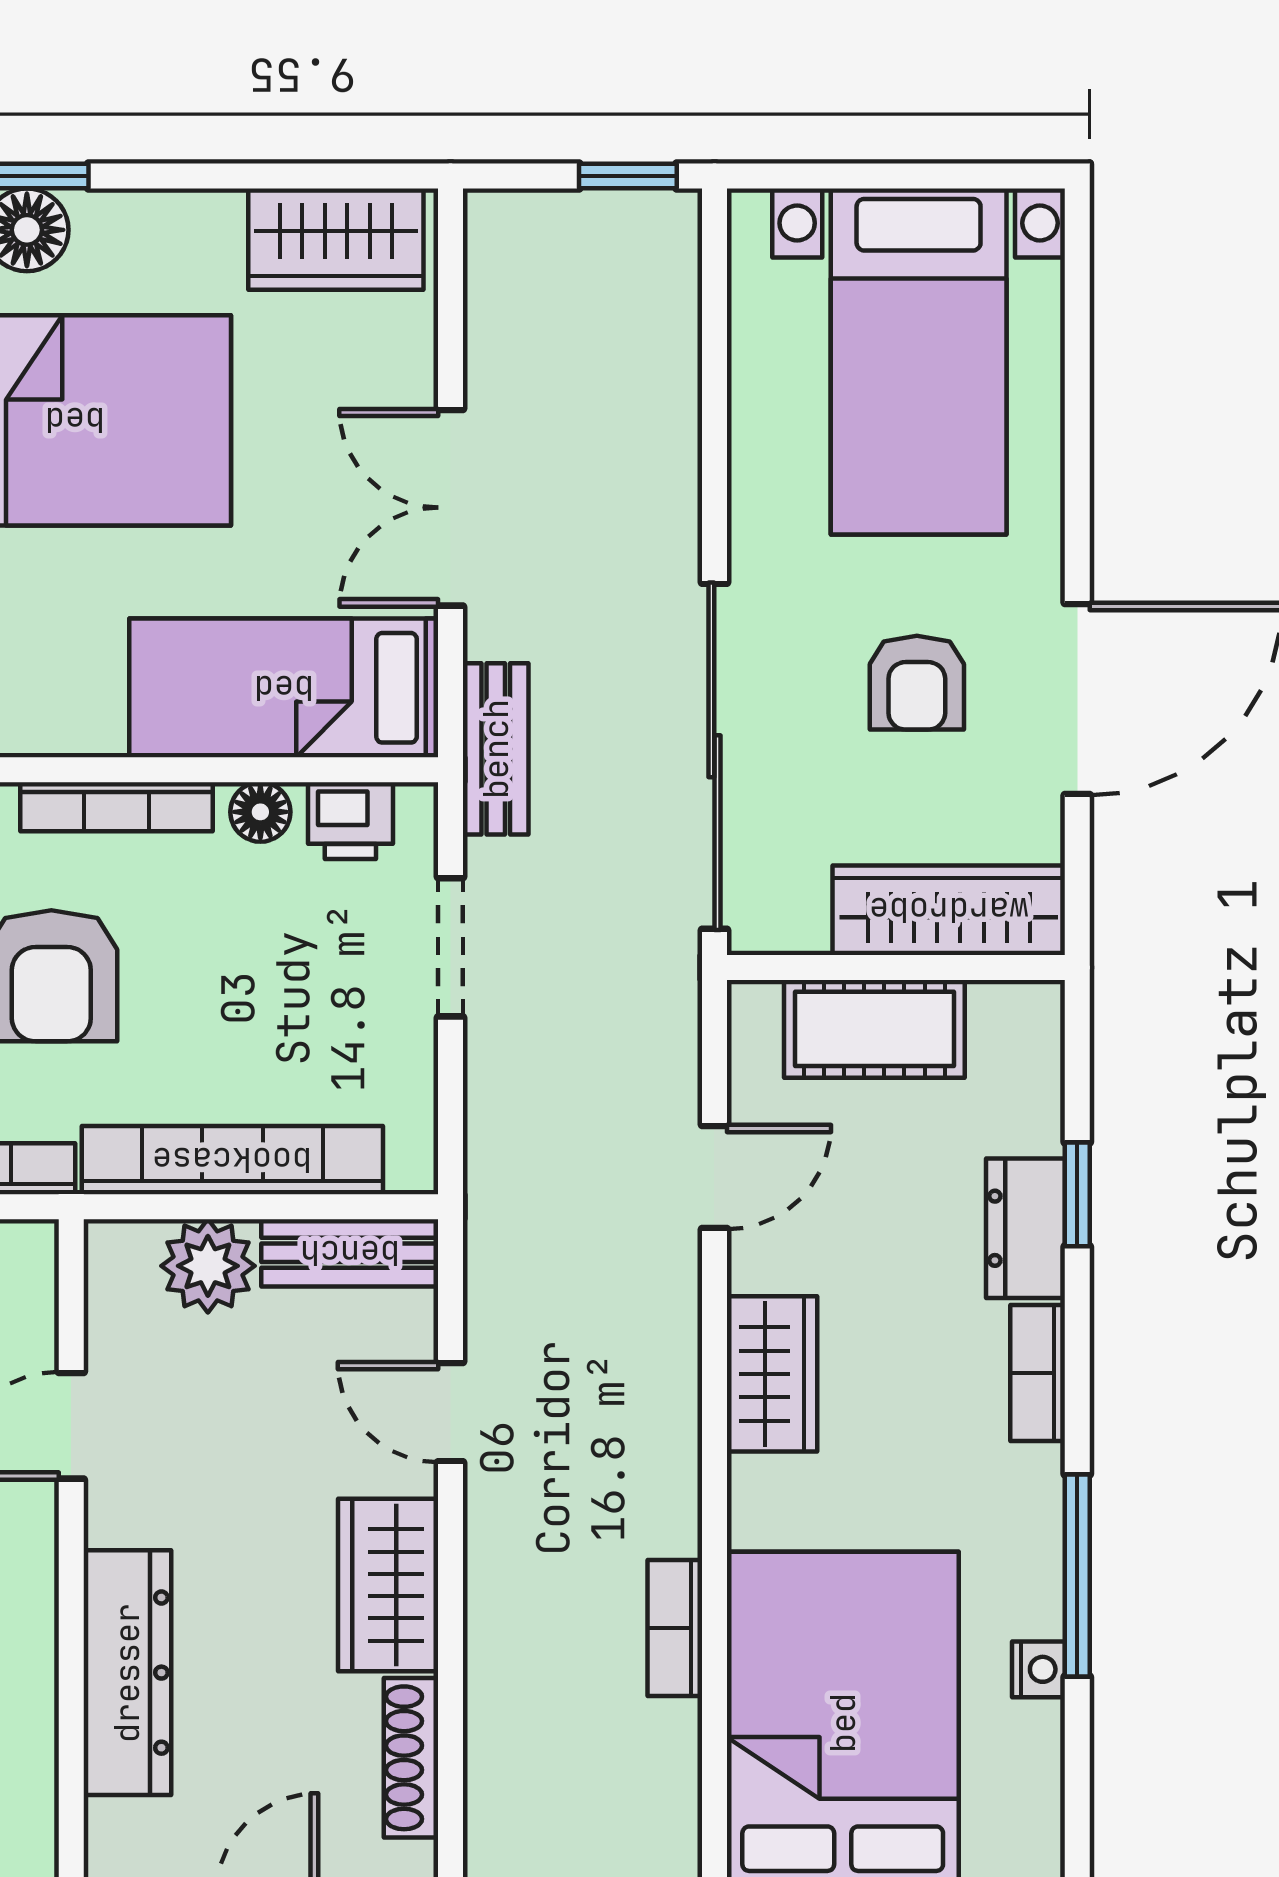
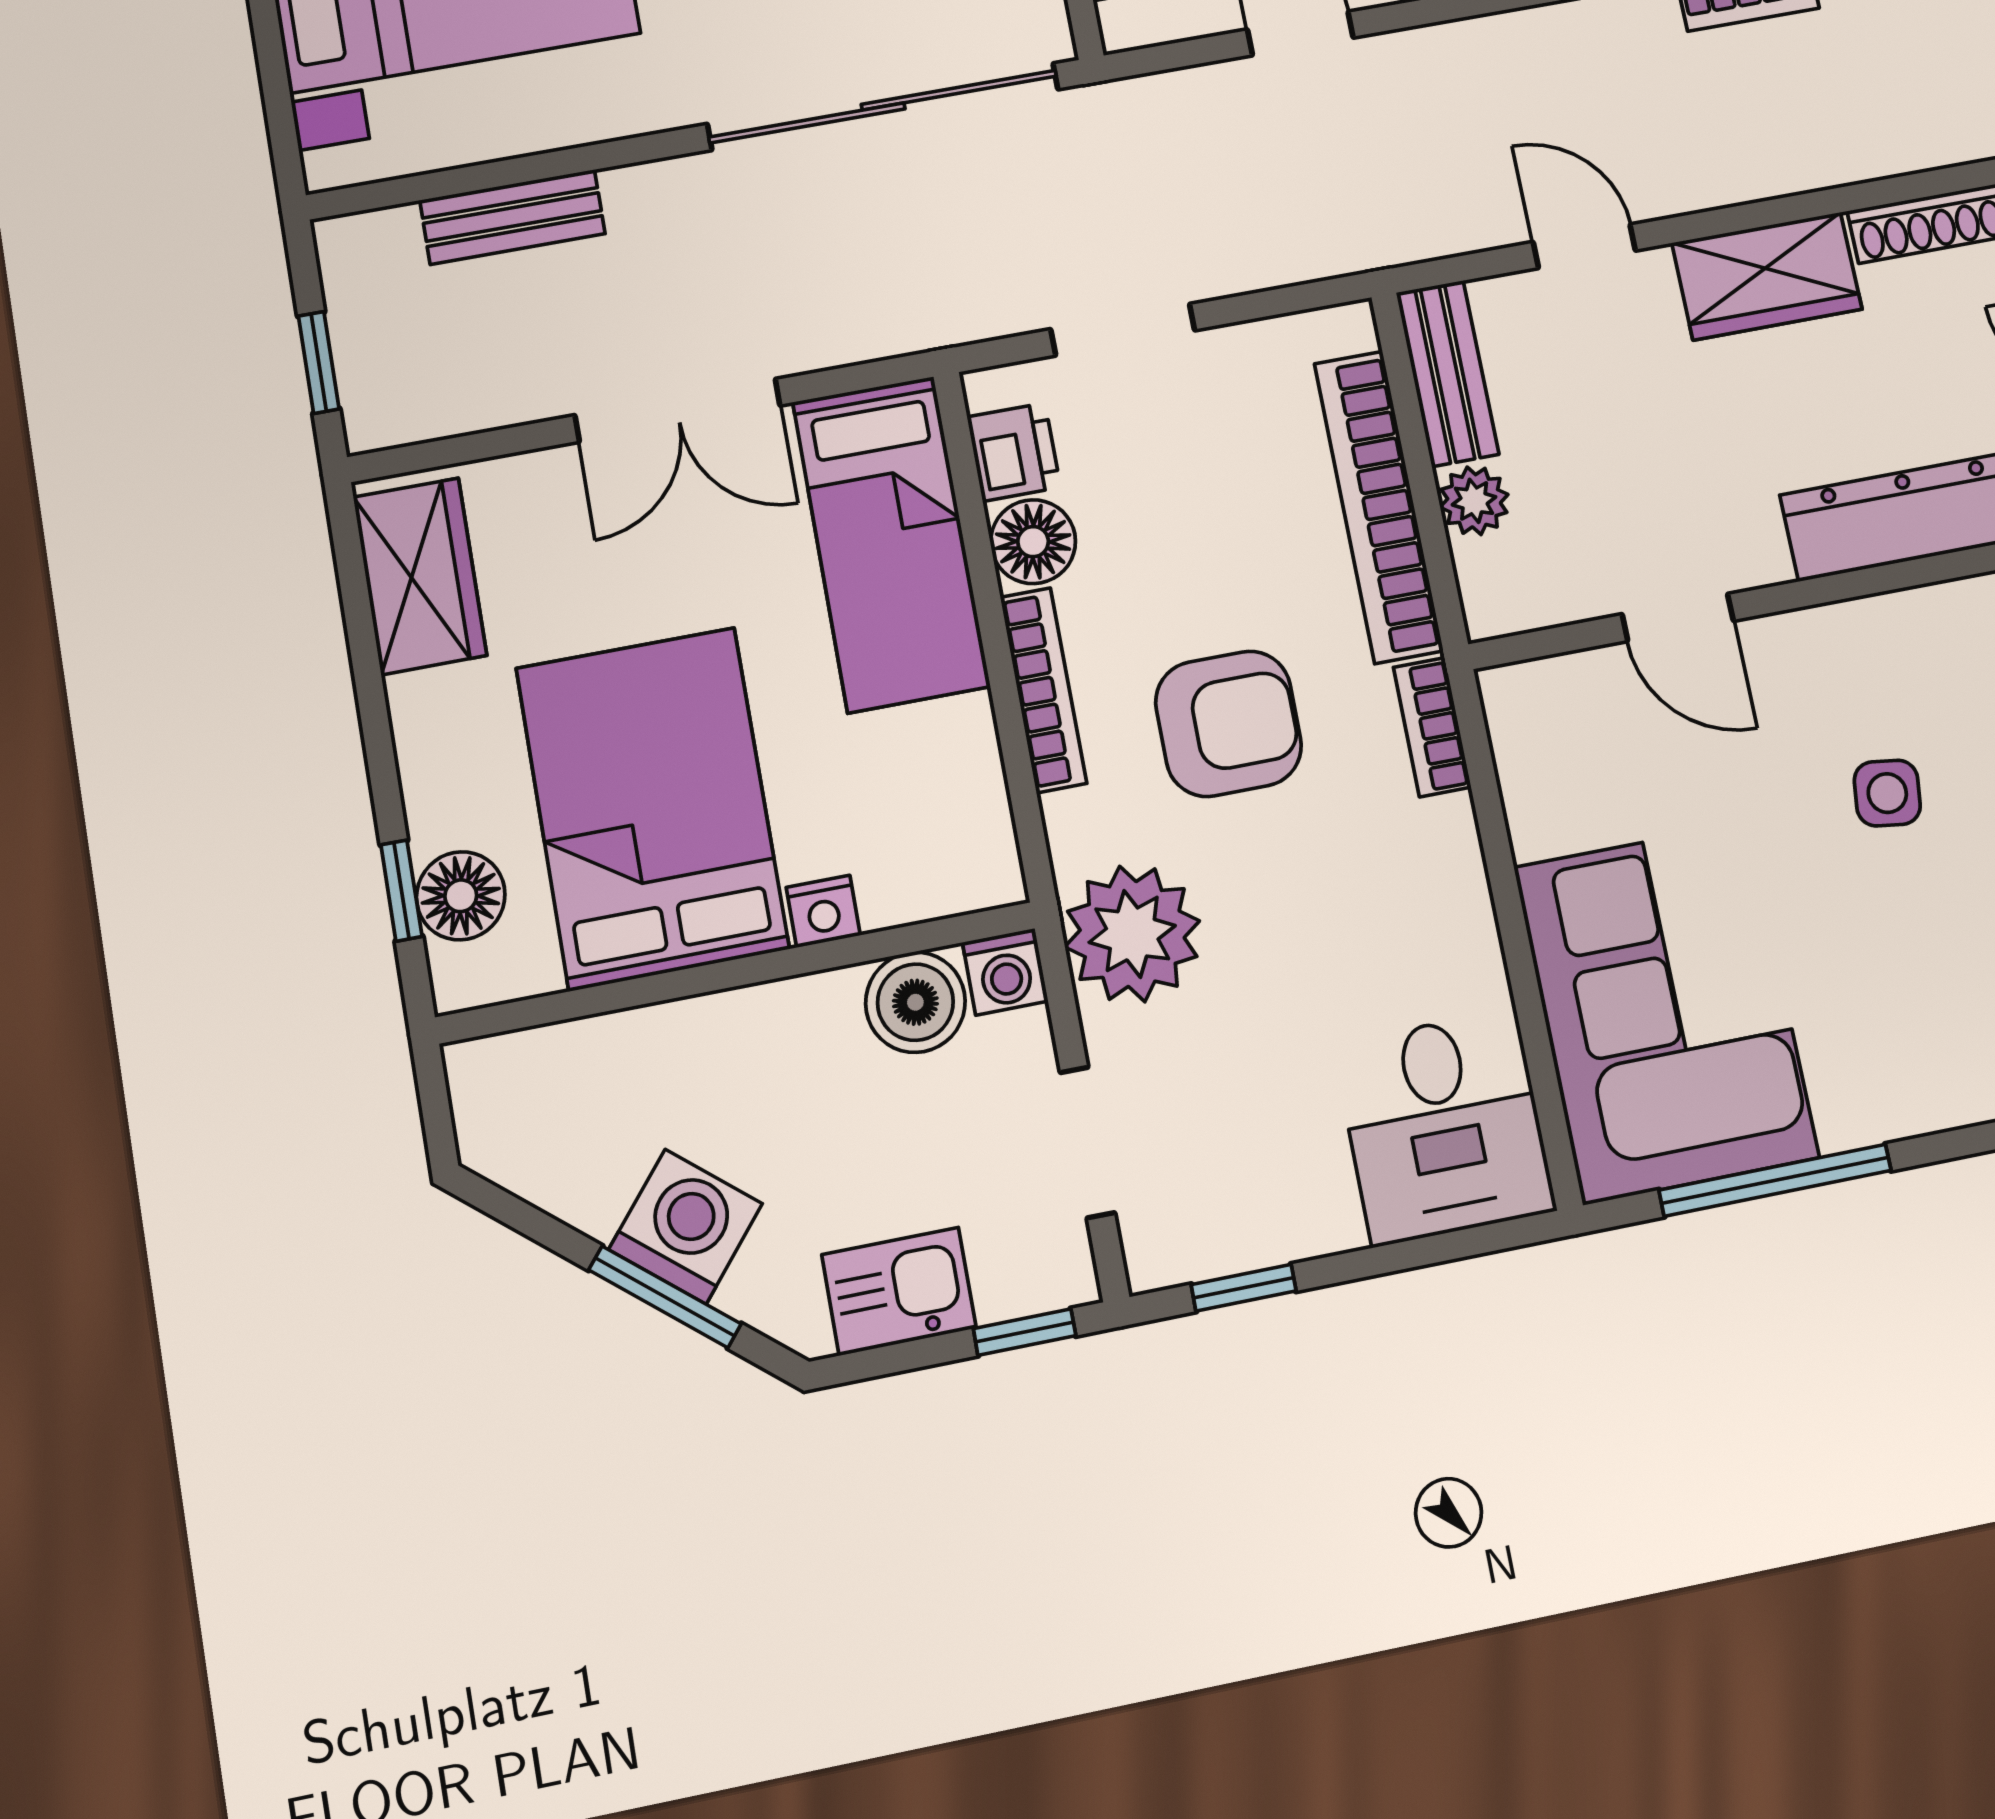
window: (628, 176) -> (319, 362), moved
bench: (496, 749) -> (513, 217), moved
floor lamp: (260, 812) -> (1033, 542), width x1.37, depth x1.37
plant: (208, 1266) -> (1474, 501), width x0.73, depth x0.73
door: (451, 1412) -> (1584, 246), swing flipped

